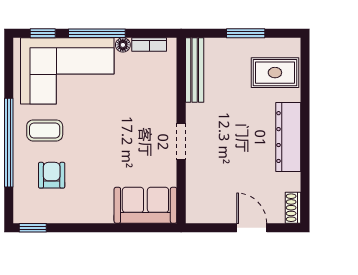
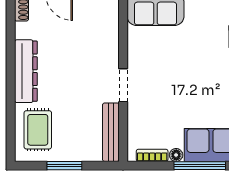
rug: (275, 73) -> (38, 130), turned 90
doorway: (181, 141) -> (123, 85), moved

